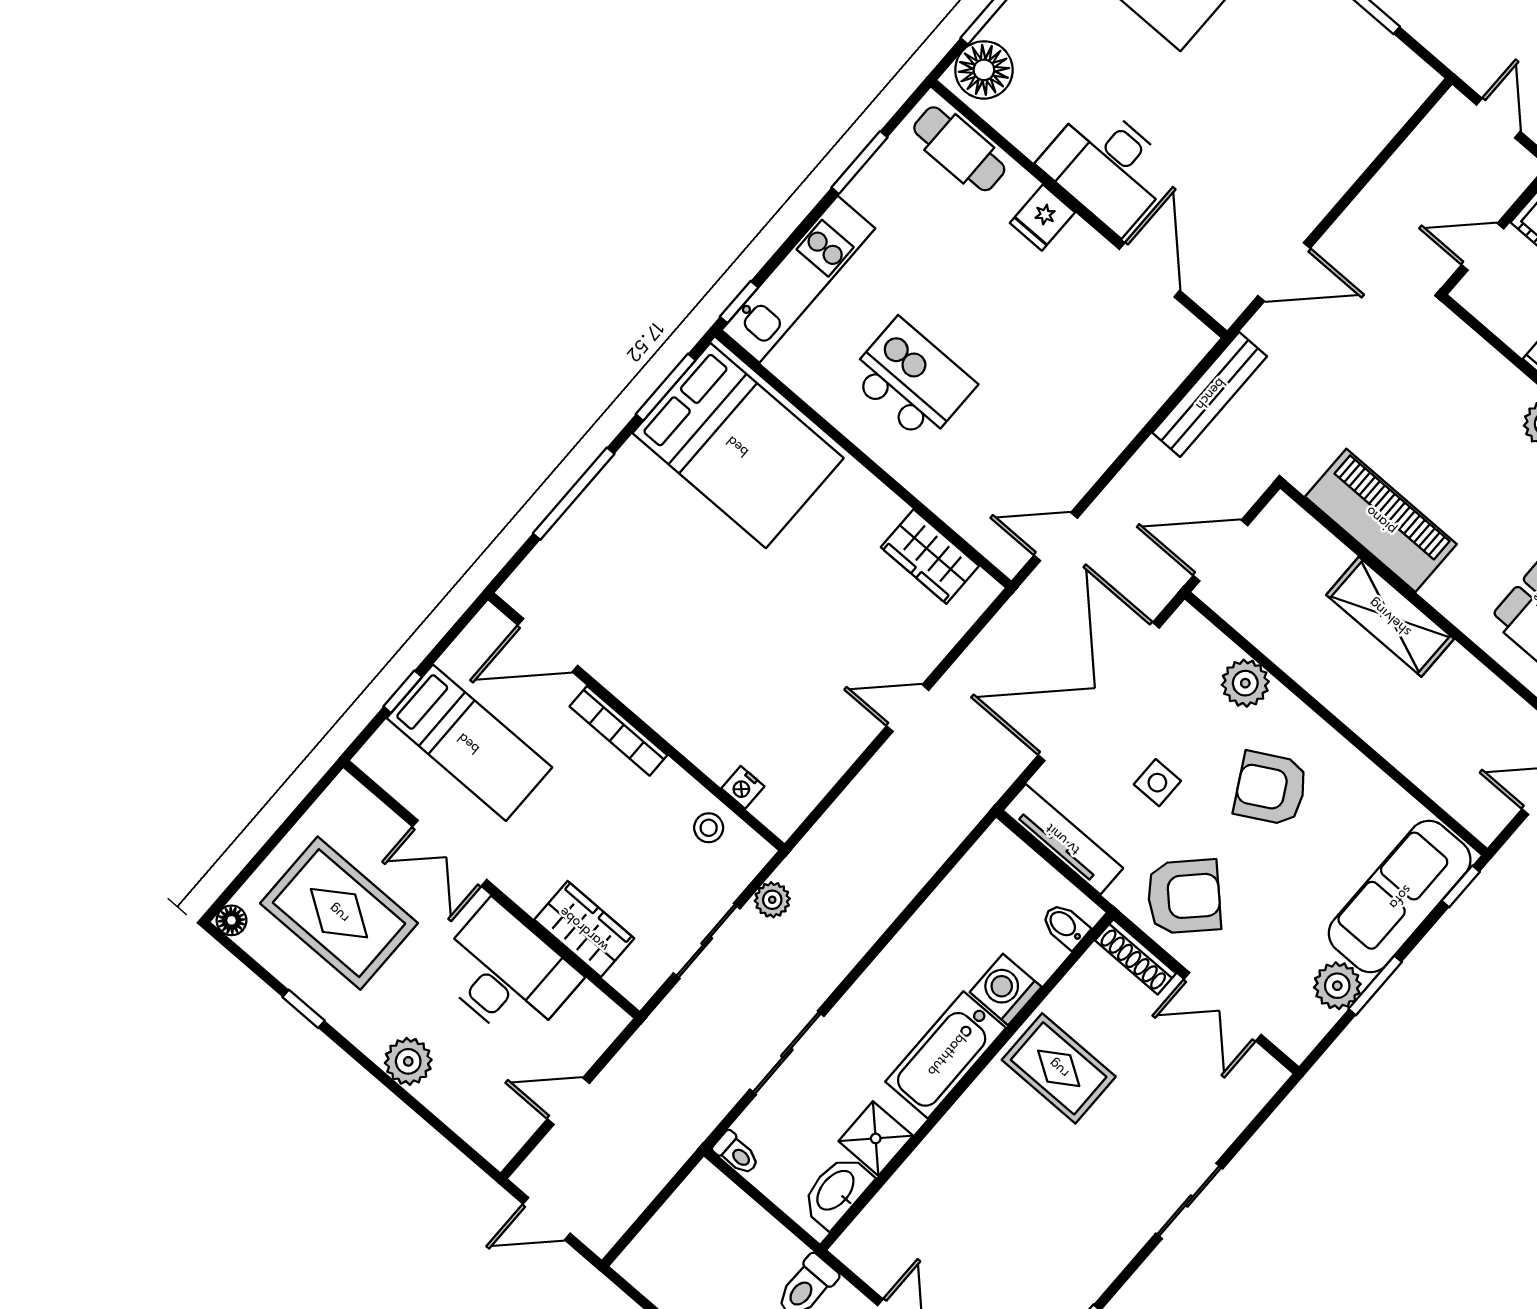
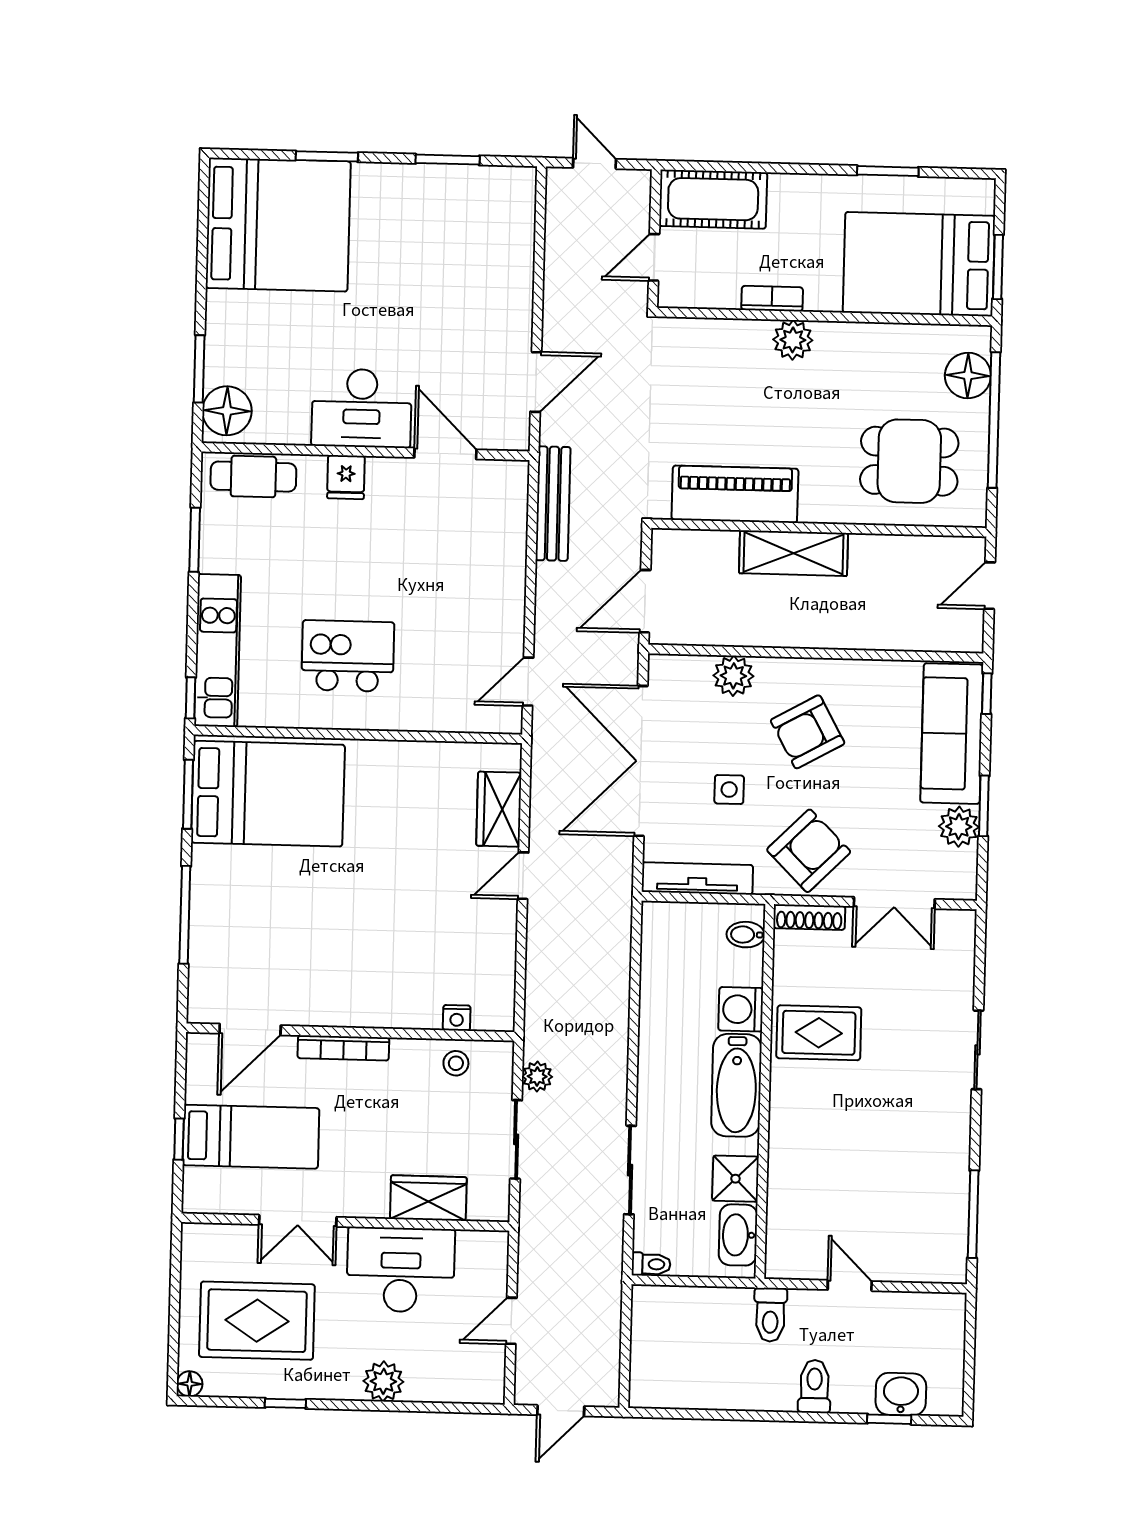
wardrobe: (930, 557) -> (499, 809), moved, turned 90

